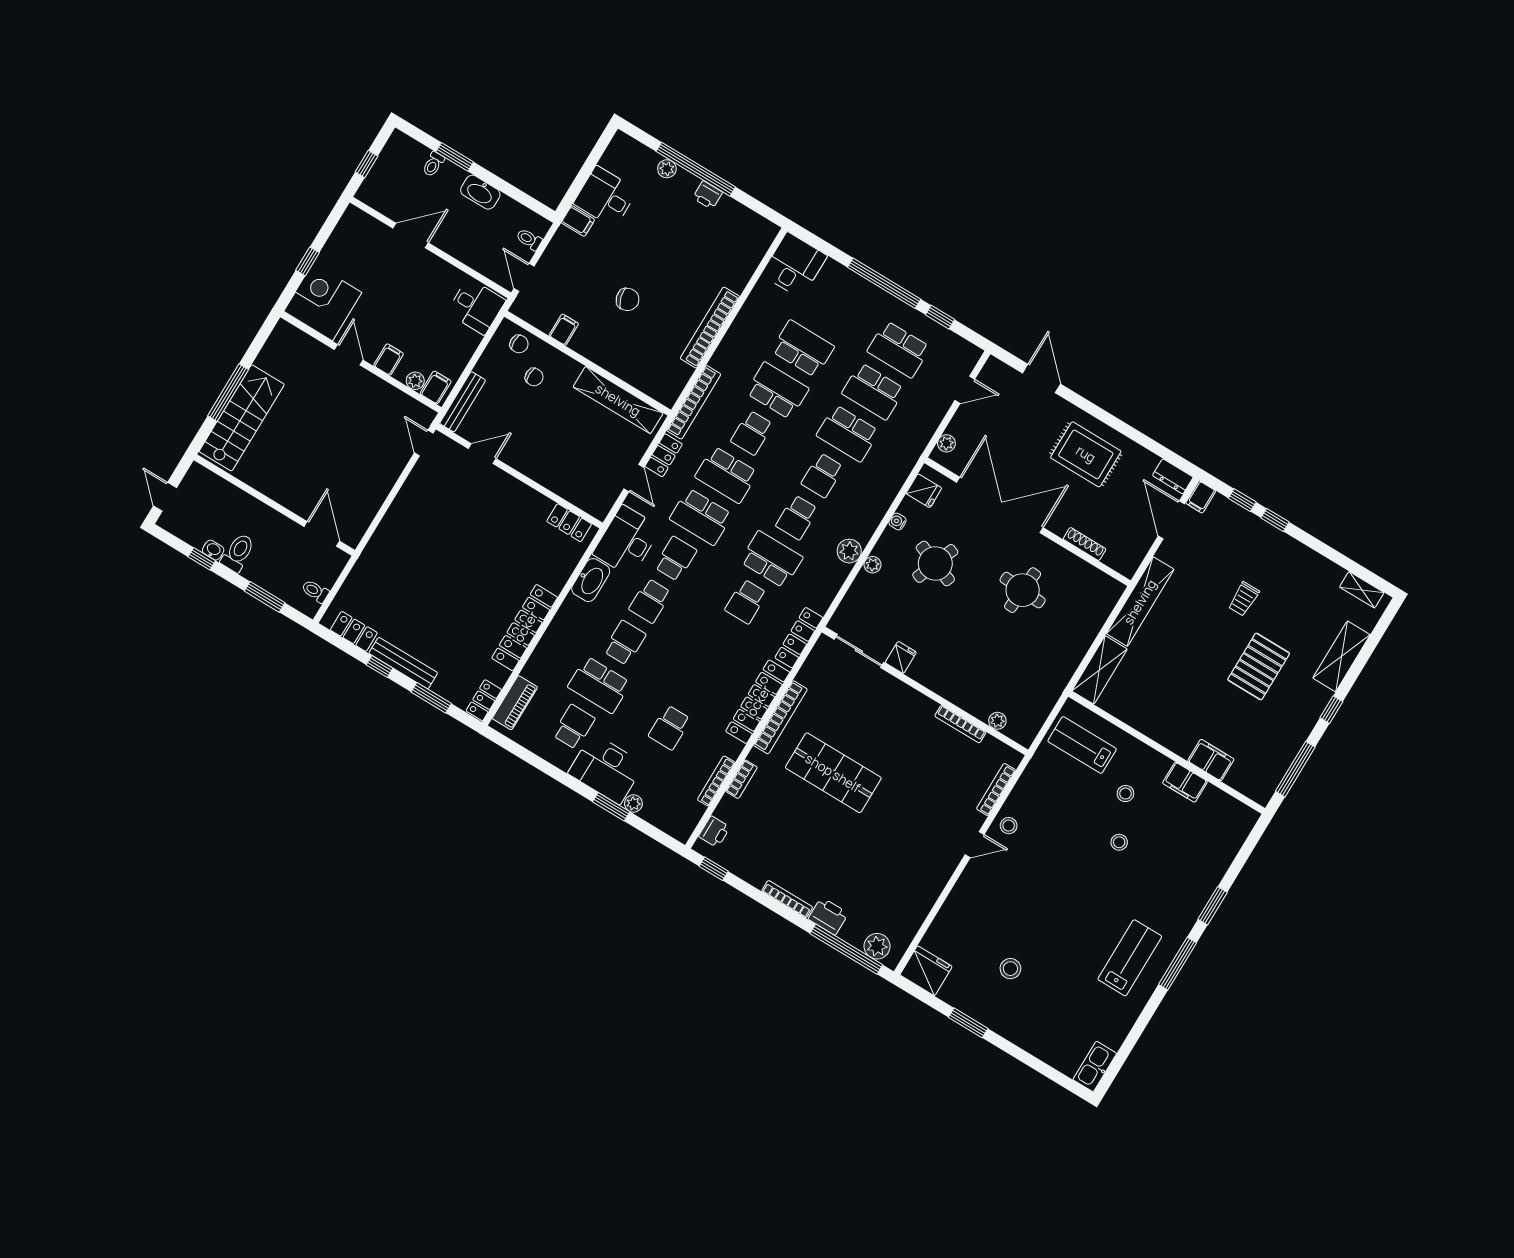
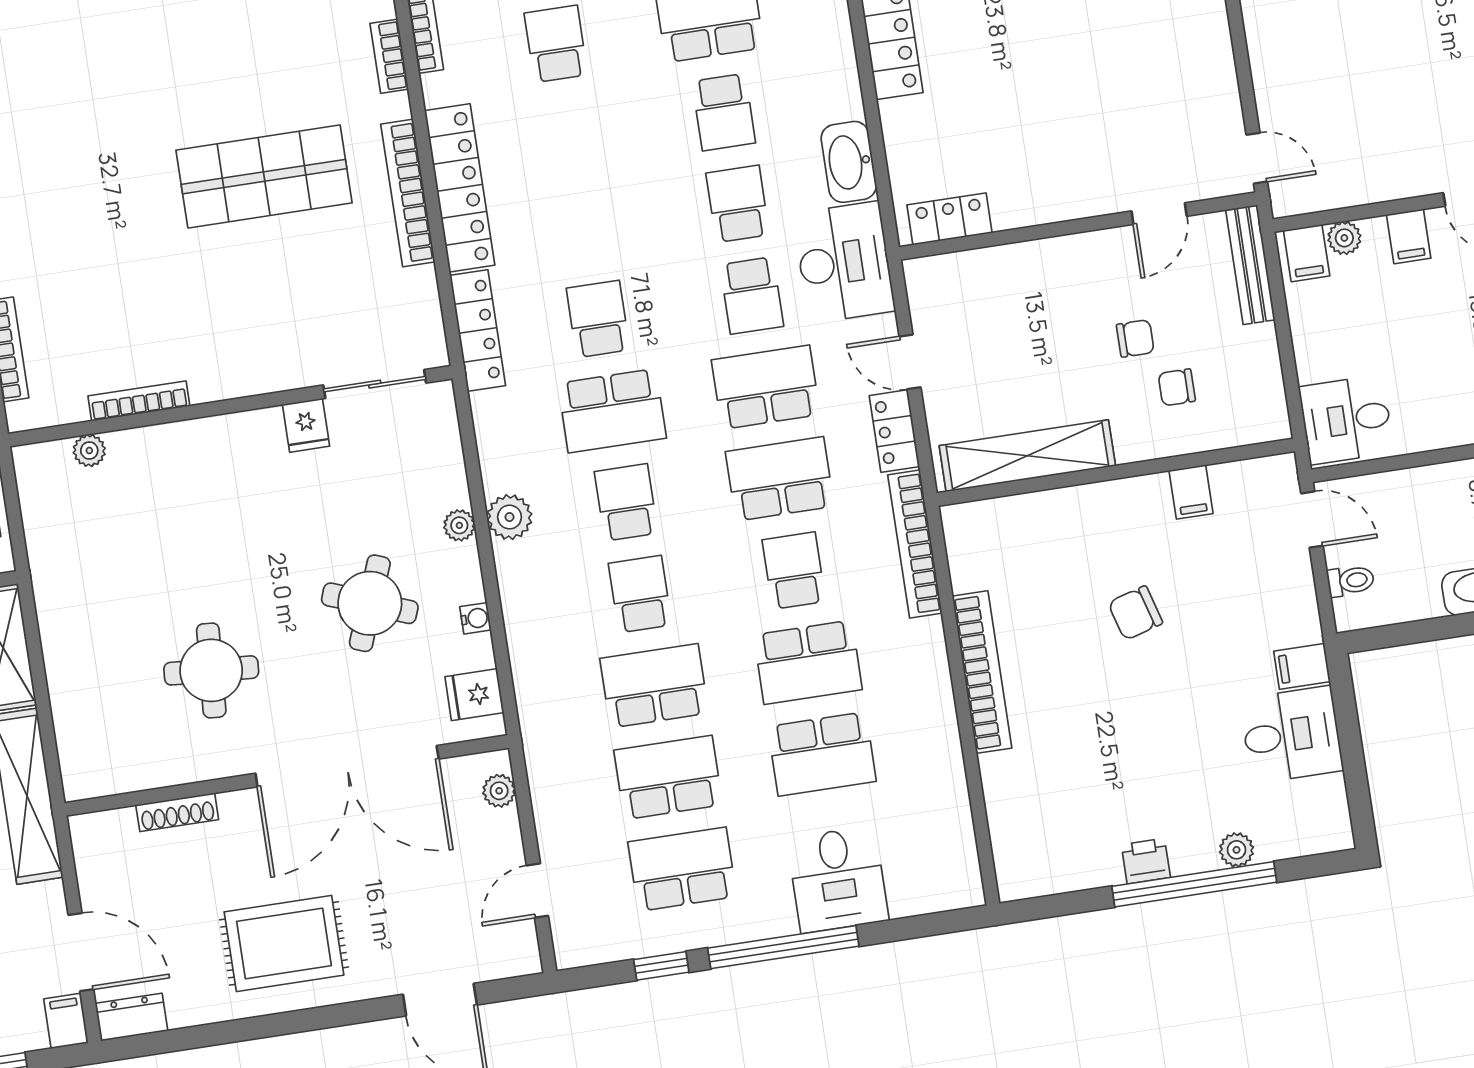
desk: (794, 265) -> (838, 879), moved
chair: (519, 344) -> (1135, 338), moved, turned 180

